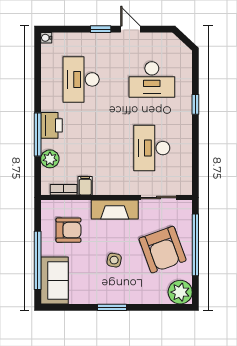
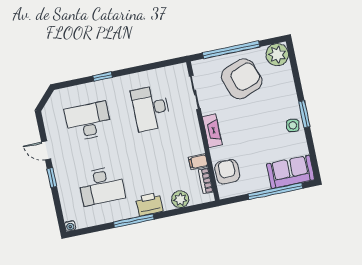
door: (130, 29) -> (46, 150), hinge flipped
desk: (152, 79) -> (88, 121), turned -90
window: (38, 134) -> (134, 221), moved
desk: (152, 148) -> (151, 108), turned 90
fireplace: (115, 210) -> (212, 131), width x0.73, depth x0.76
armchair: (68, 230) -> (227, 172), moved
side table: (114, 260) -> (293, 125), moved

